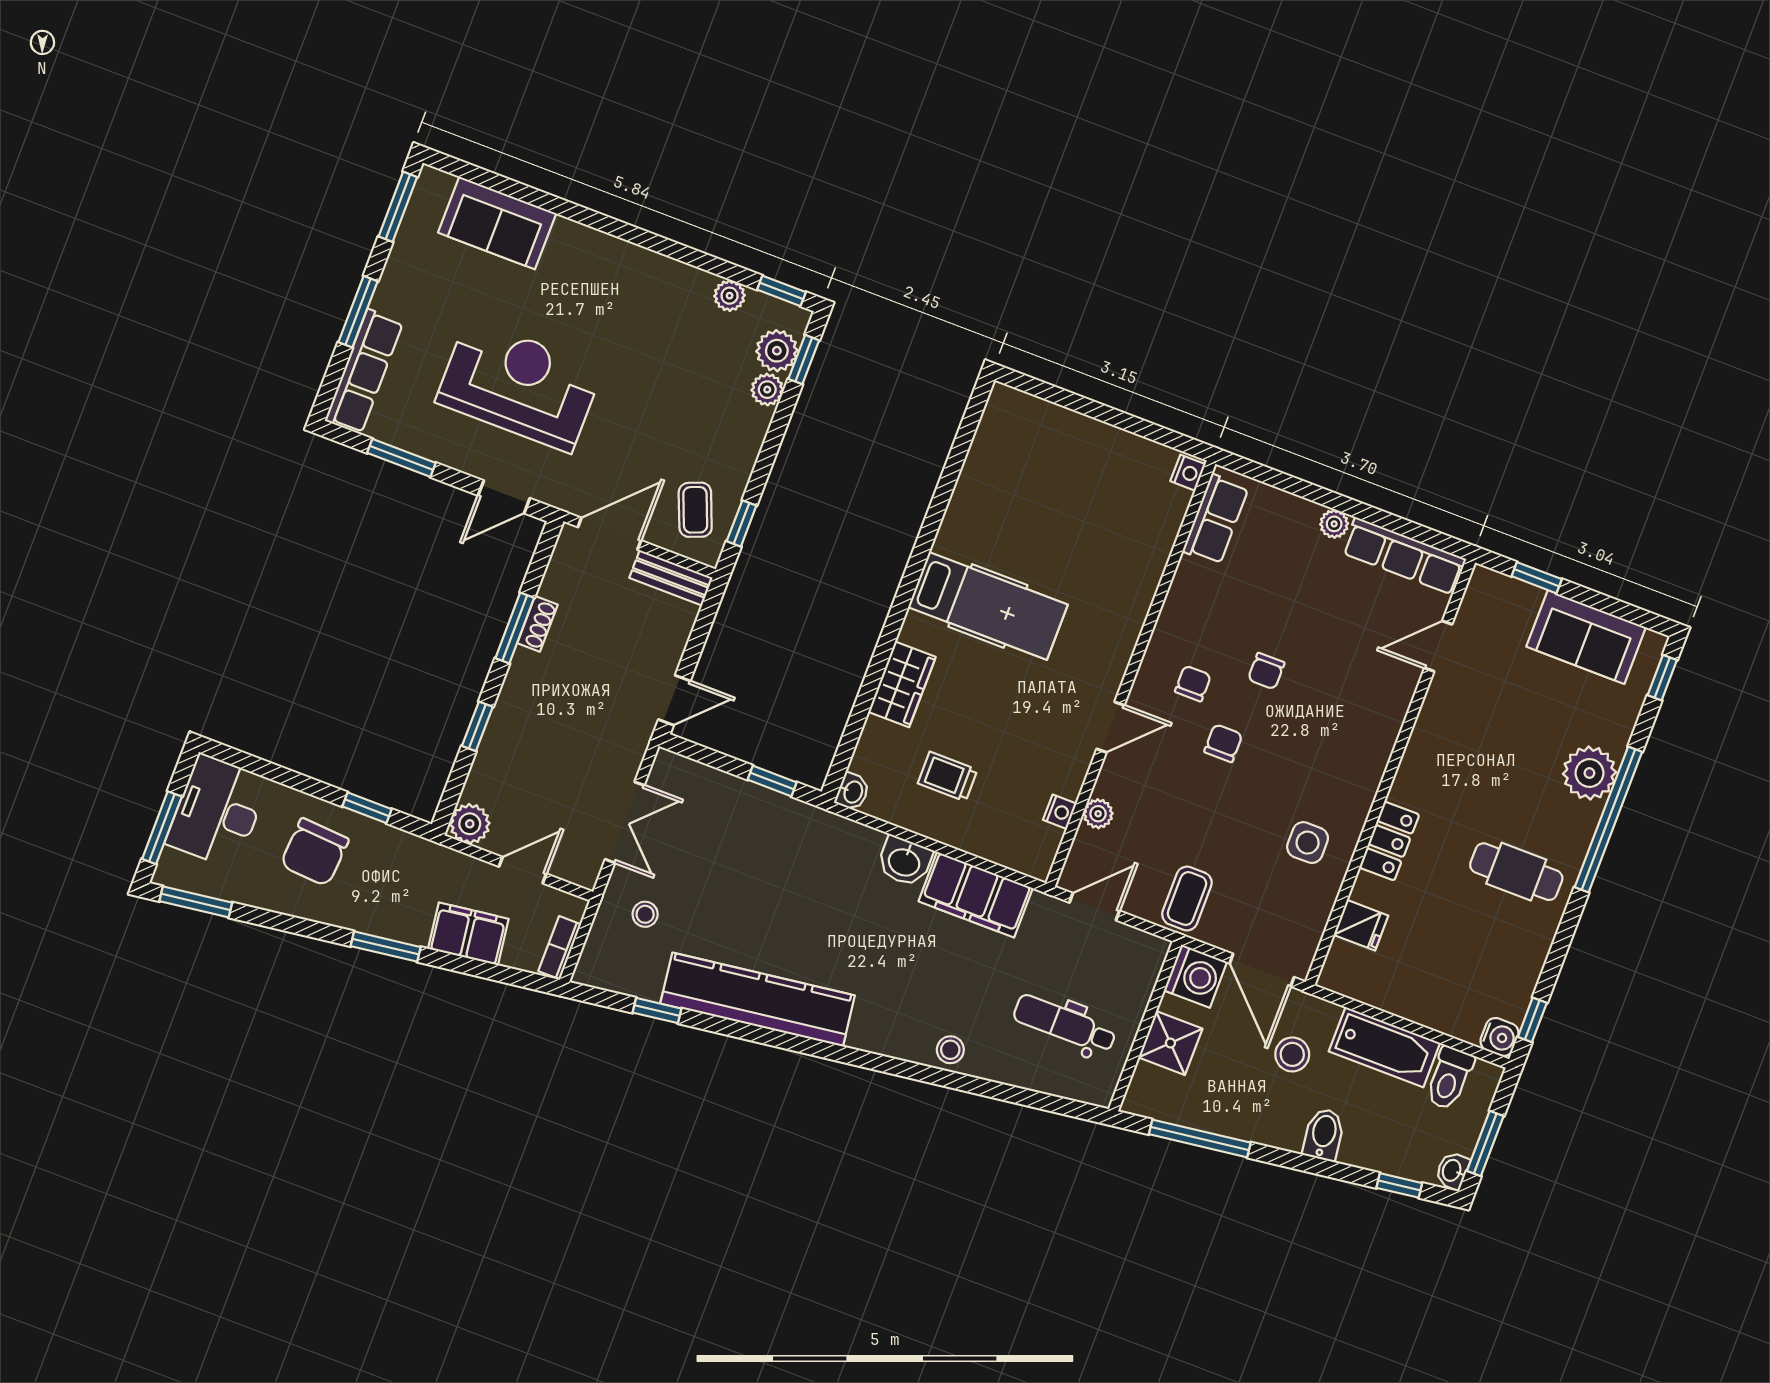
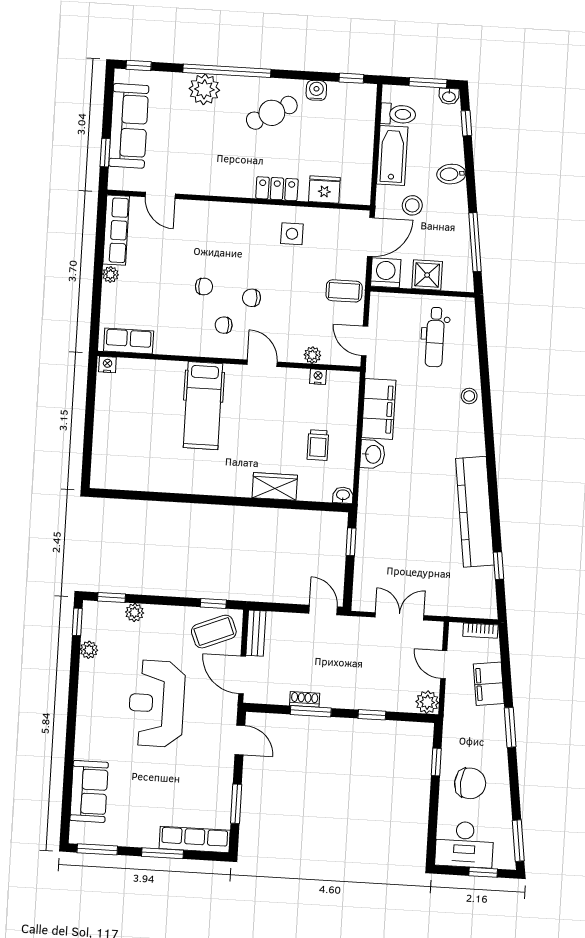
plant: (777, 351) -> (111, 614), removed
reception desk: (519, 385) -> (157, 704), moved
coffee table: (695, 510) -> (214, 632), width x1.36, depth x1.30
hospital bed: (988, 606) -> (203, 406), moved, turned 180
sofa: (1586, 637) -> (129, 126), width x1.36
window: (162, 828) -> (483, 872), width x0.67
cafe table: (1516, 872) -> (272, 113), turned 62
stool: (645, 914) -> (447, 589), removed
fridge: (1361, 925) -> (324, 189), width x1.38
water cooler: (1500, 1037) -> (316, 90), moved

